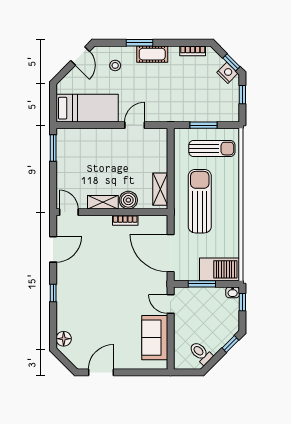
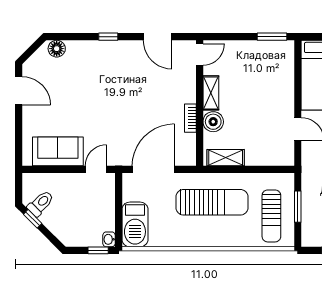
window: (202, 284) -> (119, 205), removed
window: (230, 344) -> (33, 219), moved

